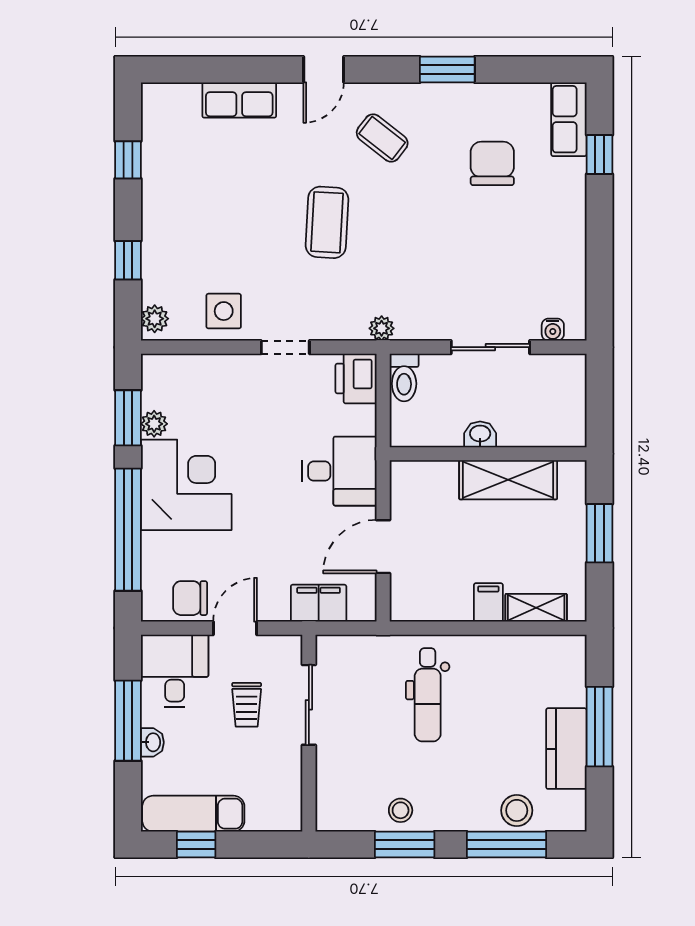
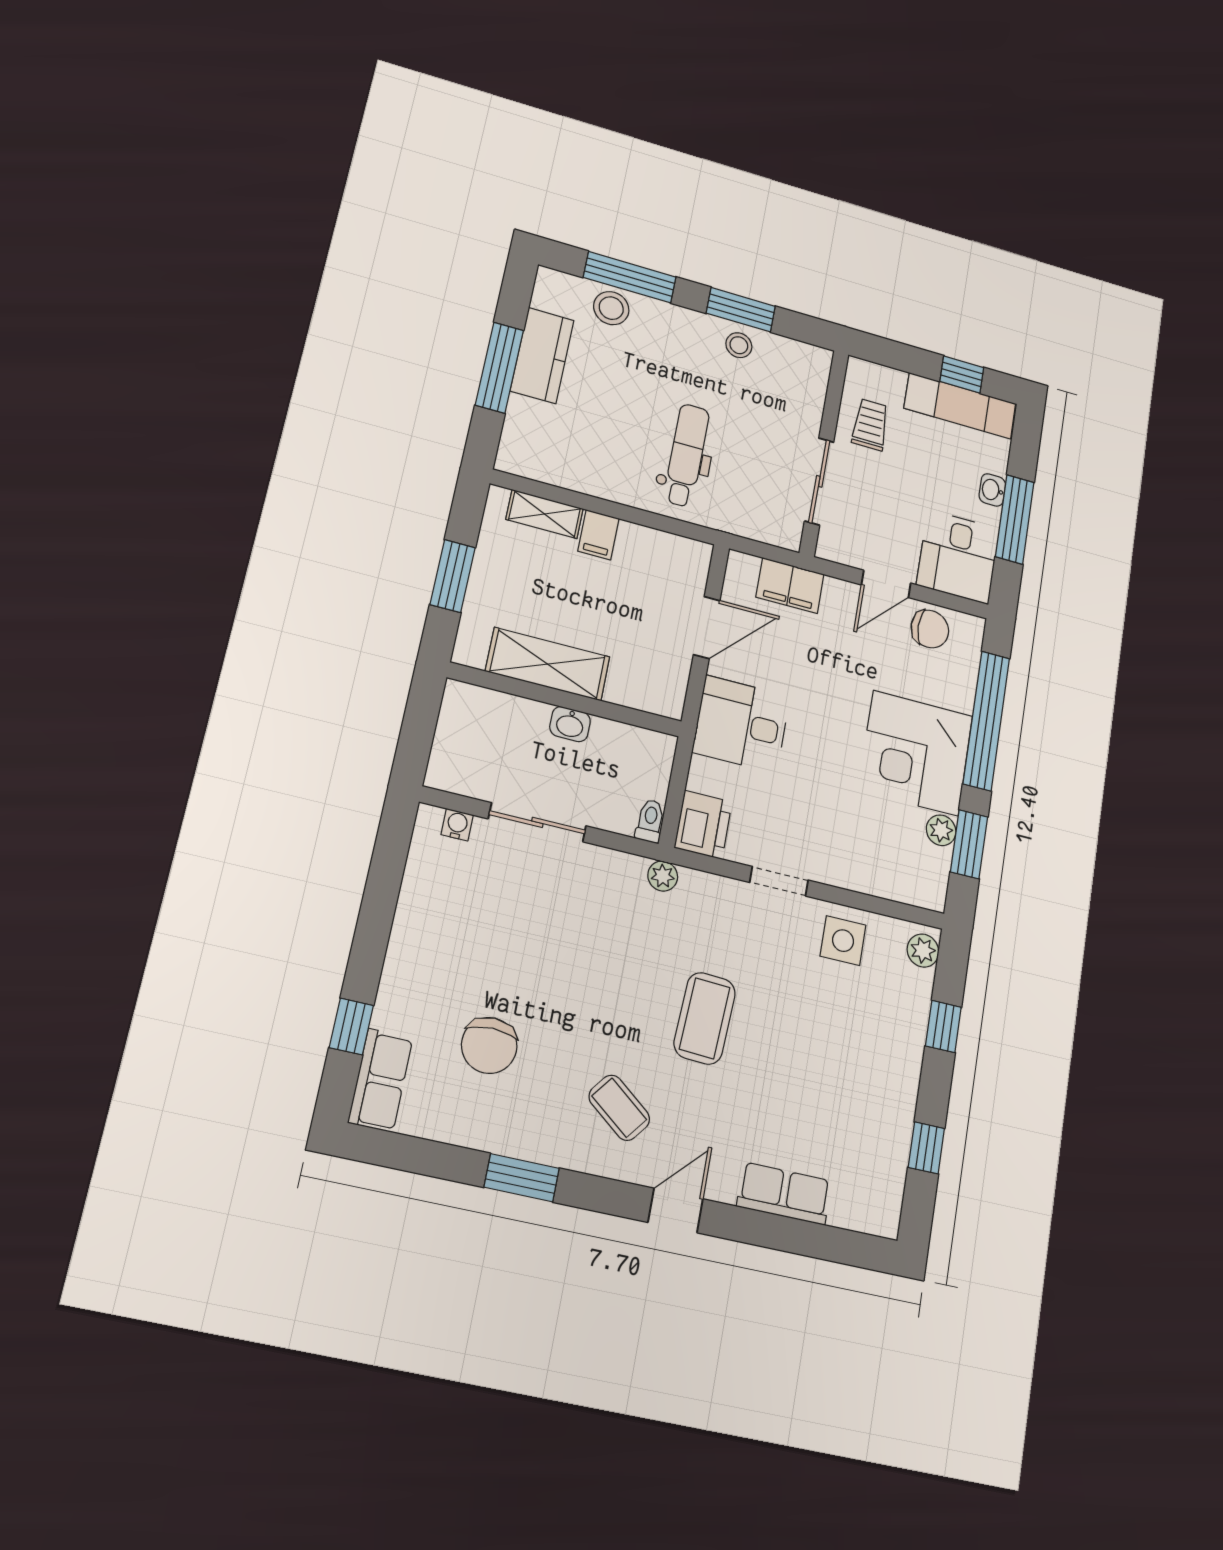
toilet: (404, 378) -> (650, 821), width x0.73, depth x0.72
trolley: (247, 705) -> (870, 425), moved

